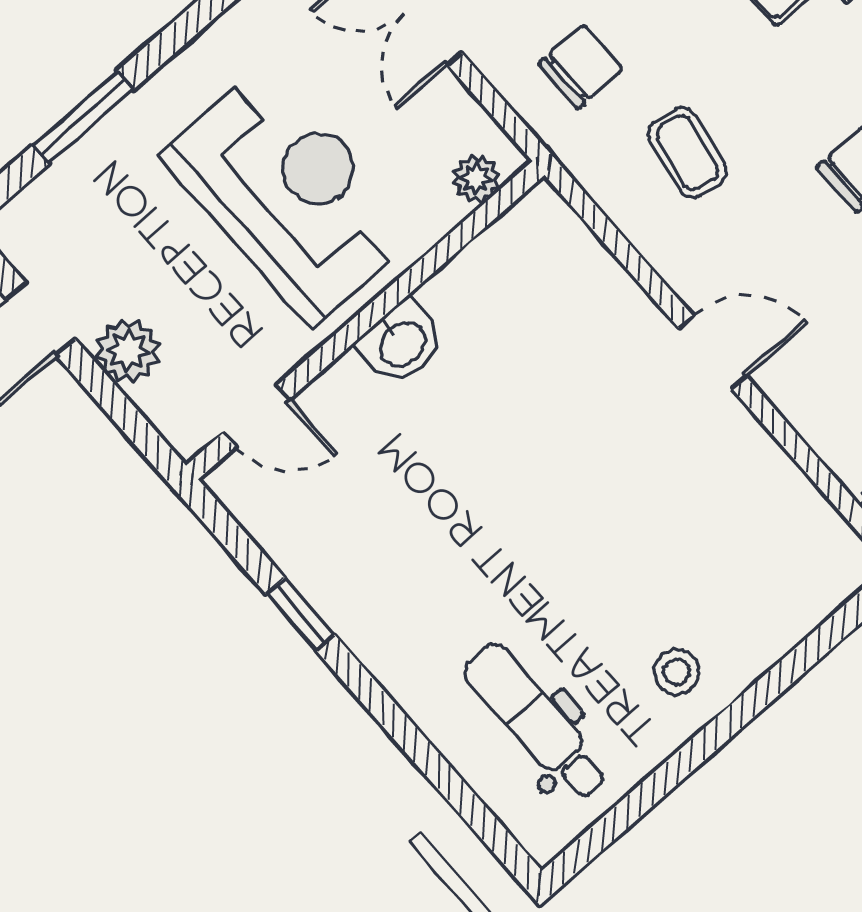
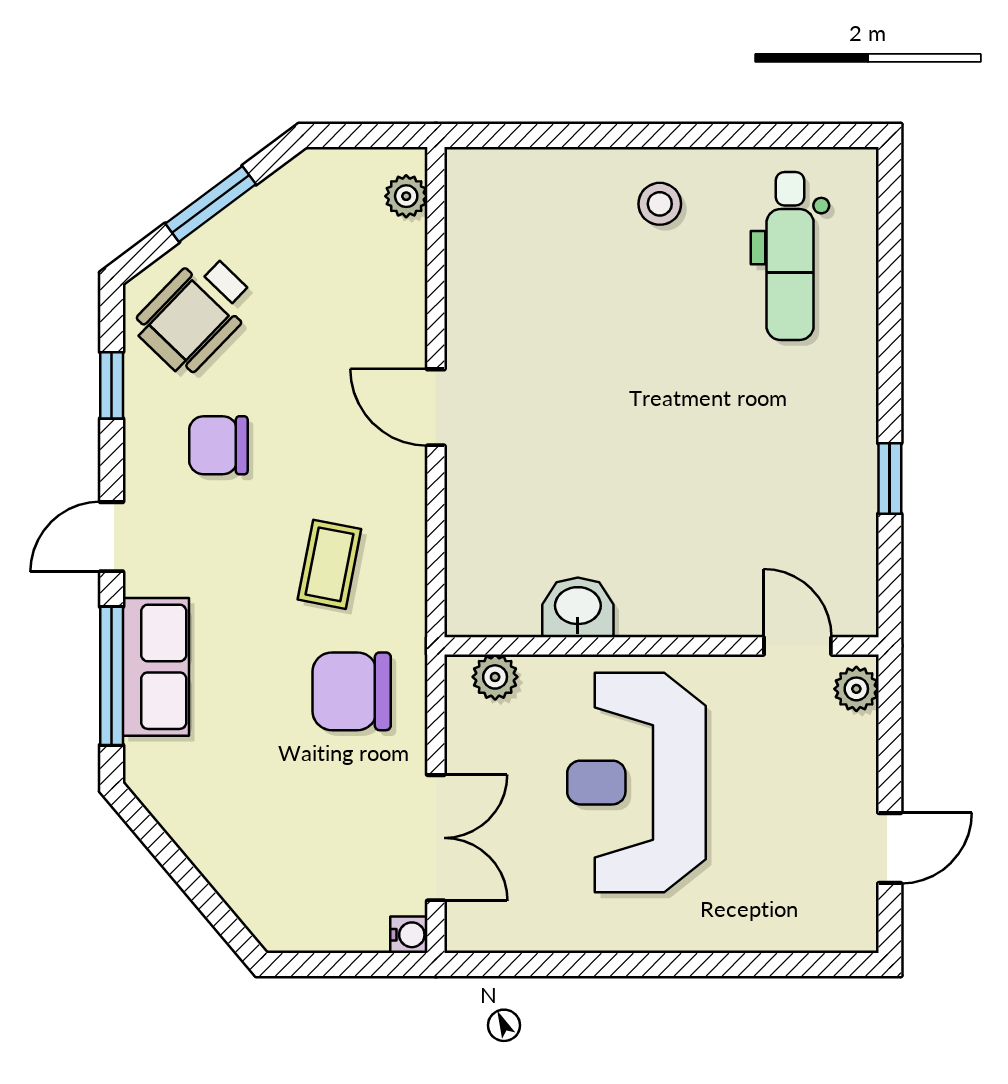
chair: (581, 67) -> (352, 691), width x1.37, depth x1.37
window: (83, 117) -> (734, 965), removed
washbasin: (402, 343) -> (578, 607), moved
plant: (128, 350) -> (856, 689), moved, width x0.73, depth x0.73

